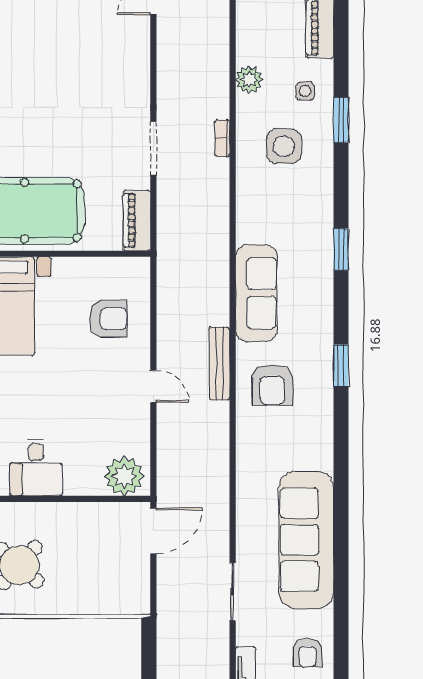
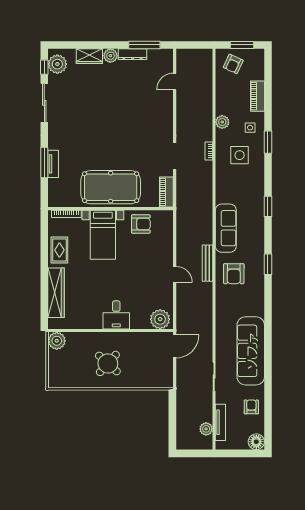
armchair: (108, 319) -> (141, 224), moved
armchair: (308, 653) -> (251, 407), turned 180

